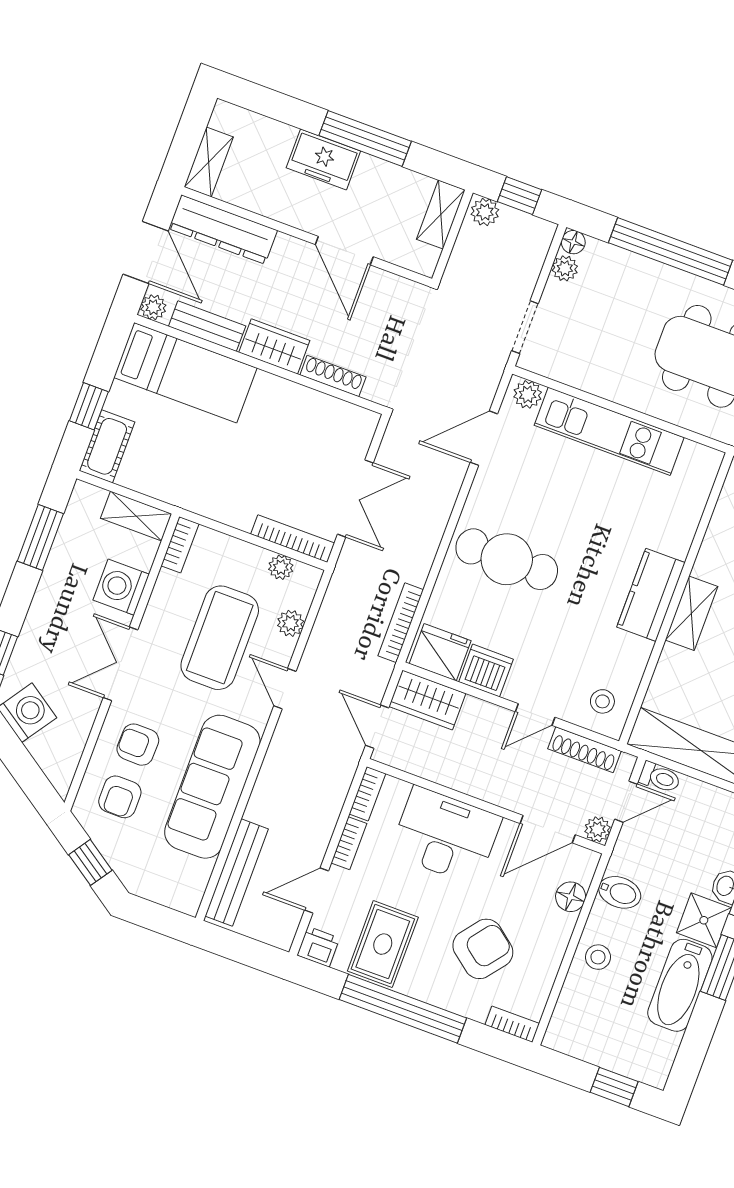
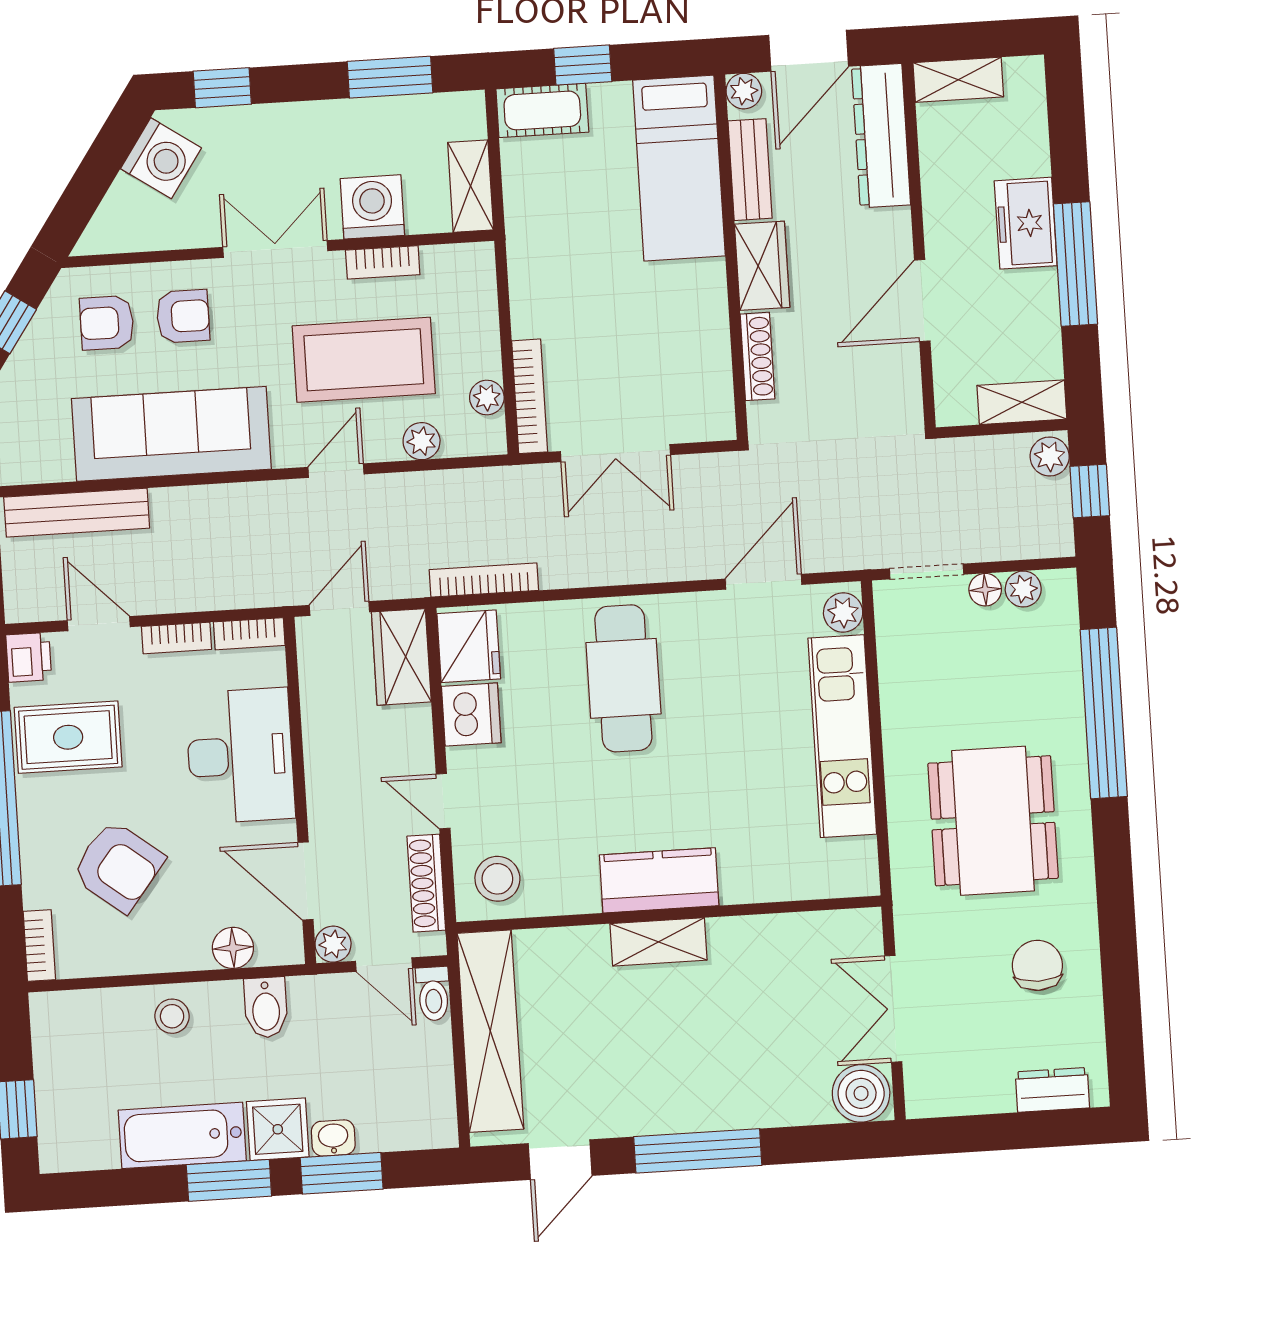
floor lamp: (573, 242) -> (985, 590), moved
door: (484, 438) -> (763, 582), hinge flipped
bookcase: (180, 545) -> (383, 262), moved
stool: (602, 701) -> (497, 879), width x1.37, depth x1.37
armchair: (138, 745) -> (183, 316), turned 89

